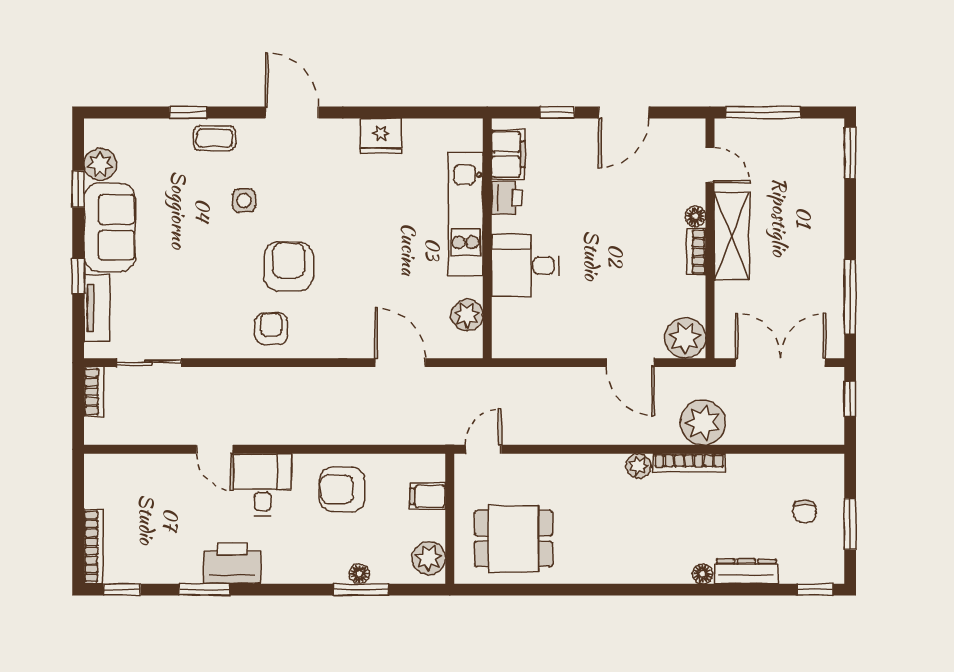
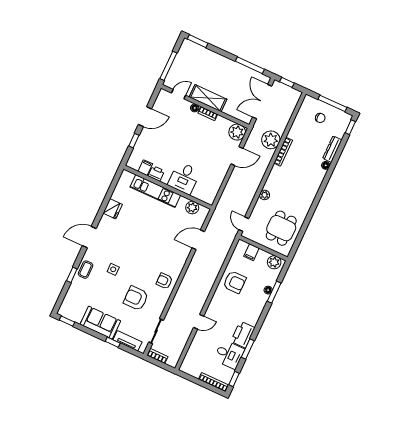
door: (624, 113) -> (145, 117), hinge flipped
filing cabinet: (508, 154) -> (145, 168), width x0.50
plant: (100, 164) -> (76, 316), removed
window: (78, 189) -> (67, 321), moved
armchair: (289, 266) -> (136, 298), moved
plant: (638, 466) -> (265, 195), moved
desk: (263, 485) -> (229, 354), moved, turned 180
armchair: (342, 489) -> (235, 282), turned -90
window: (850, 524) -> (332, 103), width x1.44

